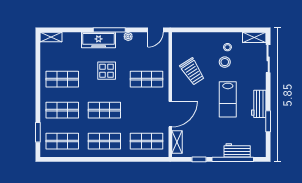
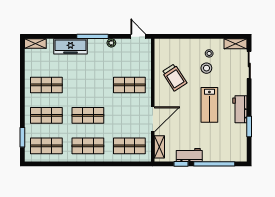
door: (156, 30) -> (138, 36), swing flipped
freezer: (99, 40) -> (70, 46), moved
display table: (107, 71) -> (90, 77), removed
workbench: (237, 150) -> (189, 155), moved

